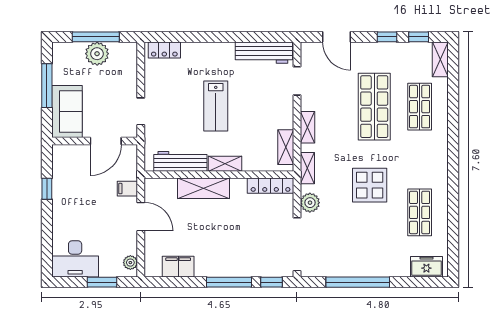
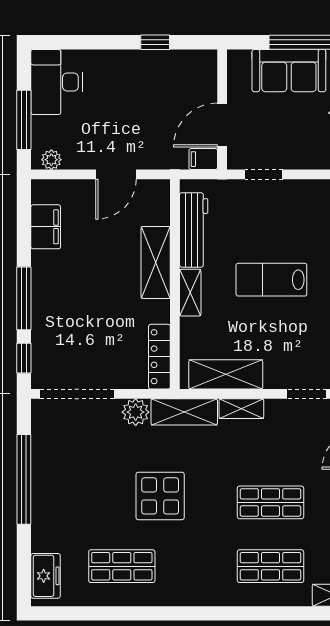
shop shelf: (374, 107) -> (270, 502), width x0.70, depth x0.74
sofa: (67, 112) -> (289, 71), moved
door: (106, 141) -> (222, 125), hinge flipped
shelving: (286, 147) -> (226, 374), width x1.50, depth x1.33
shelving: (307, 168) -> (184, 412), width x1.50, depth x1.33
filing cabinet: (127, 189) -> (203, 159), moved, turned -90
window: (102, 282) -> (24, 120), width x1.44

